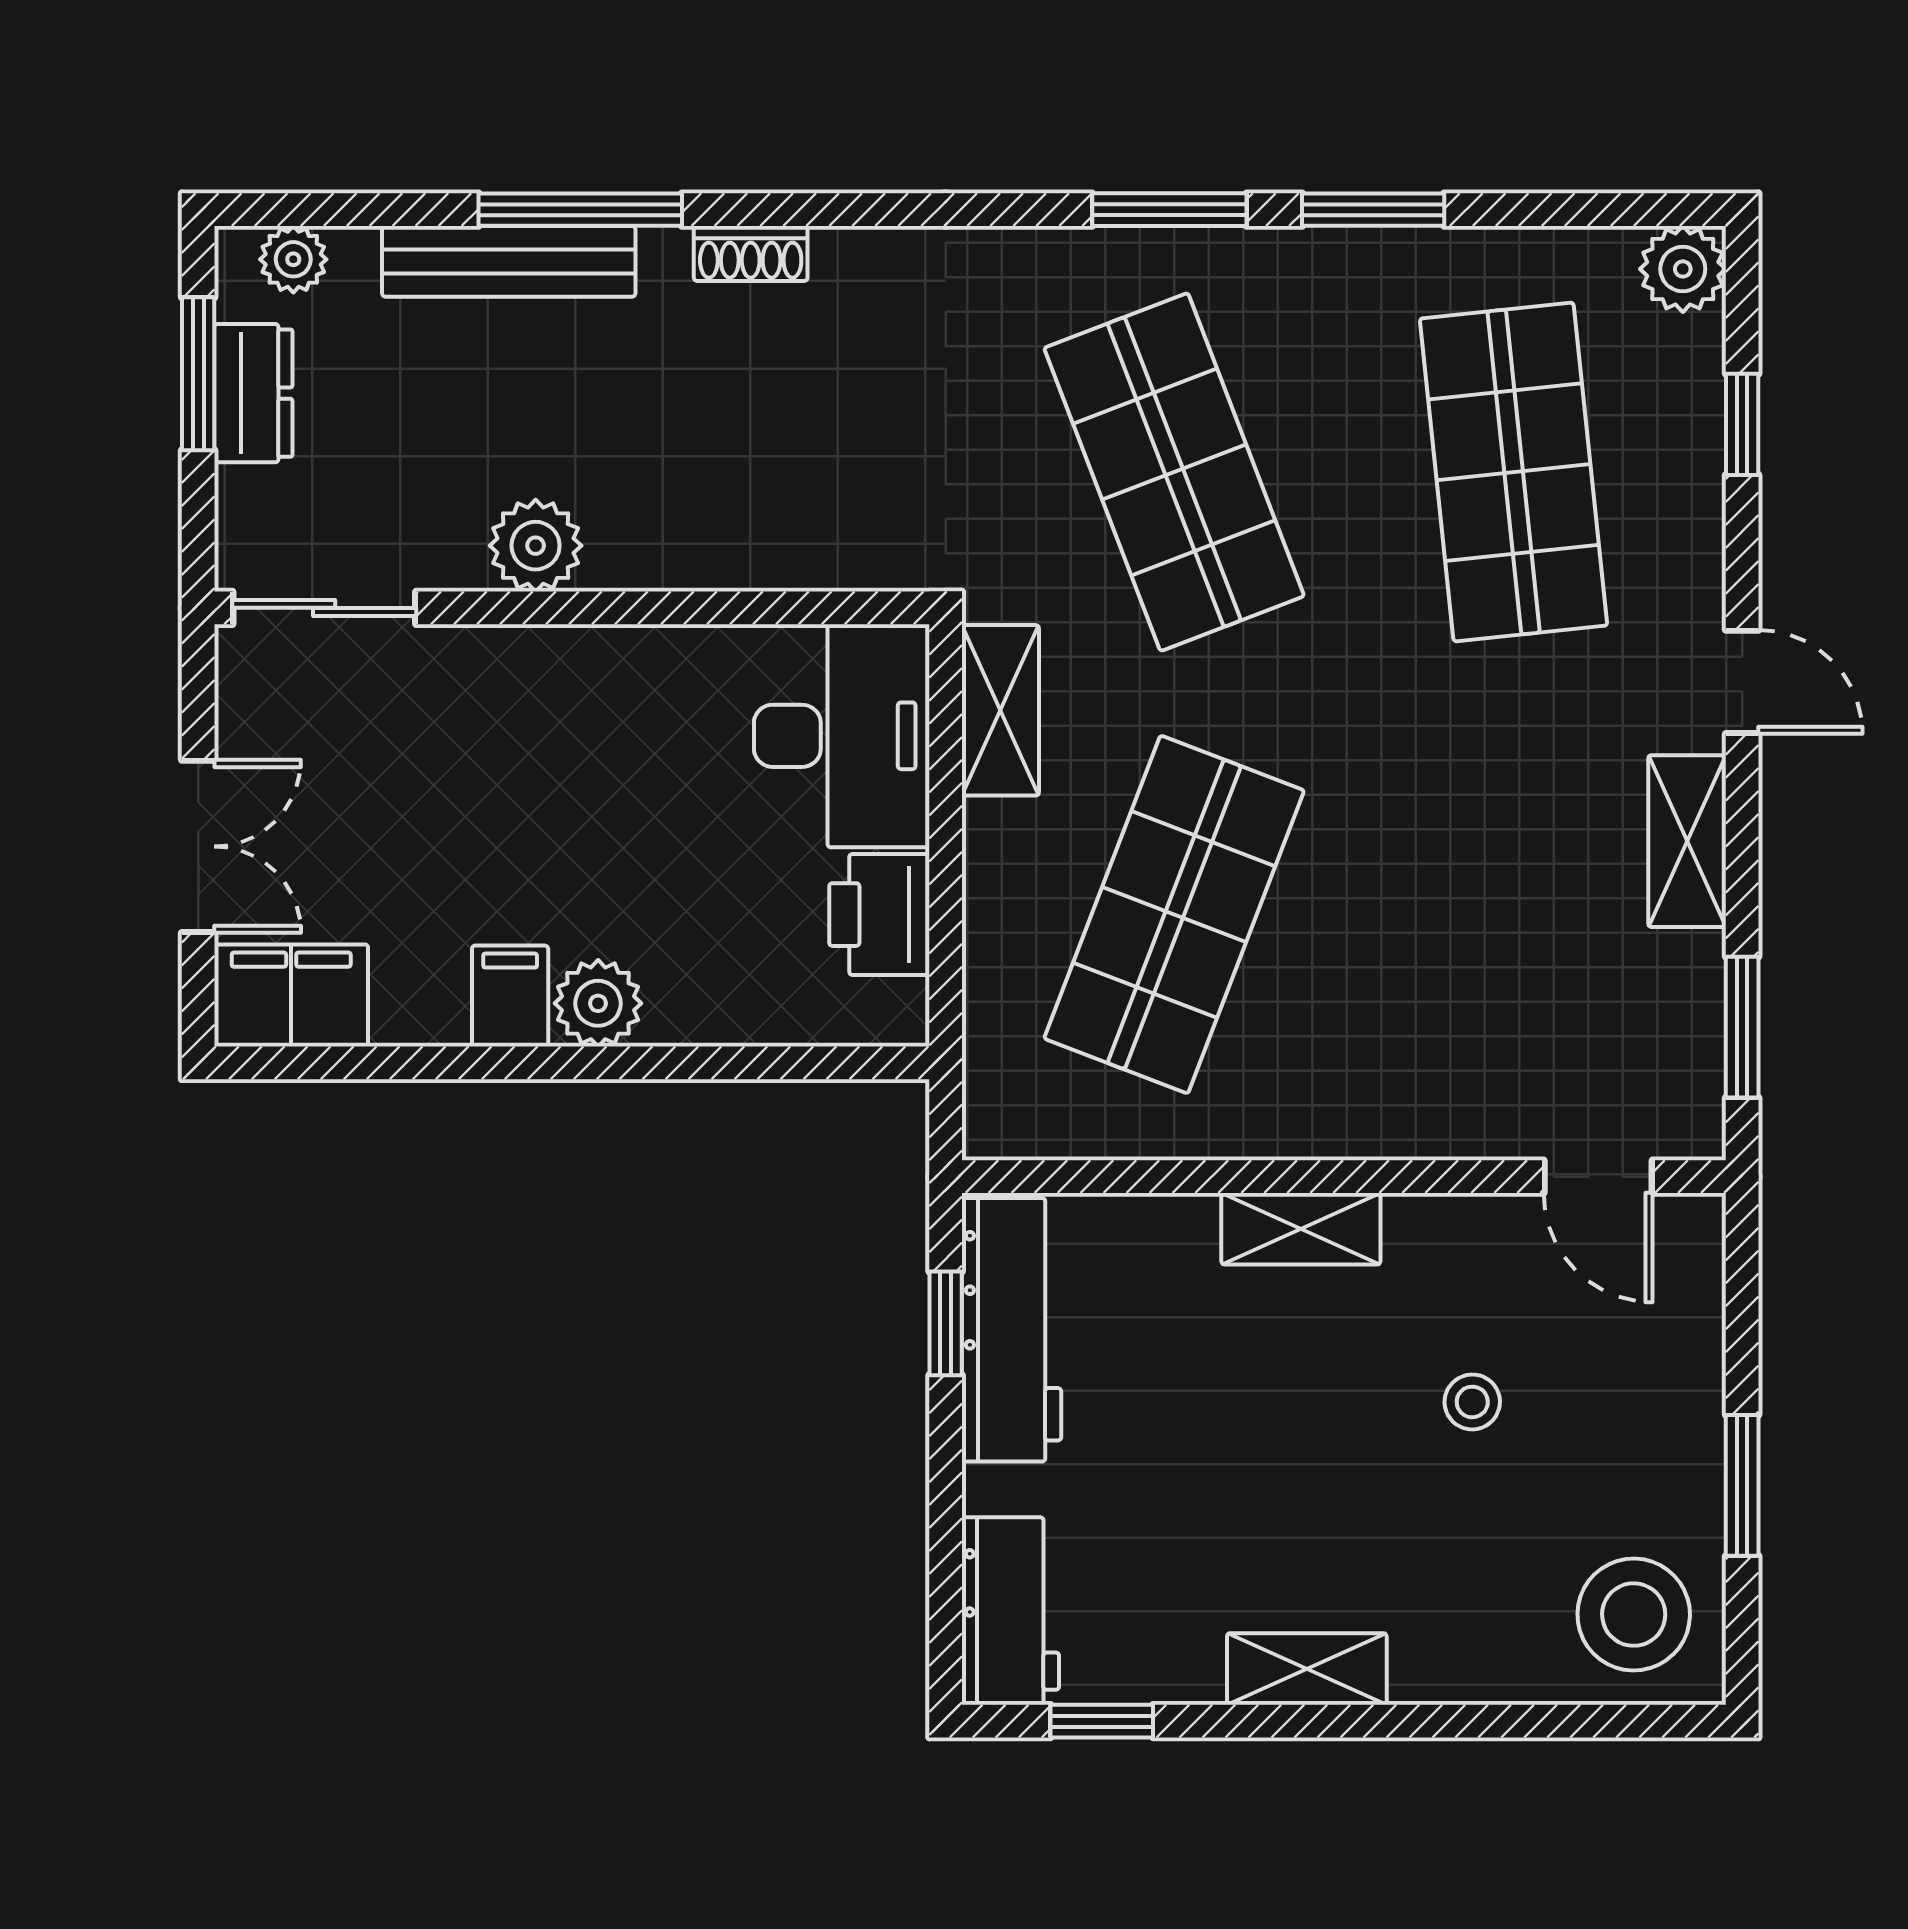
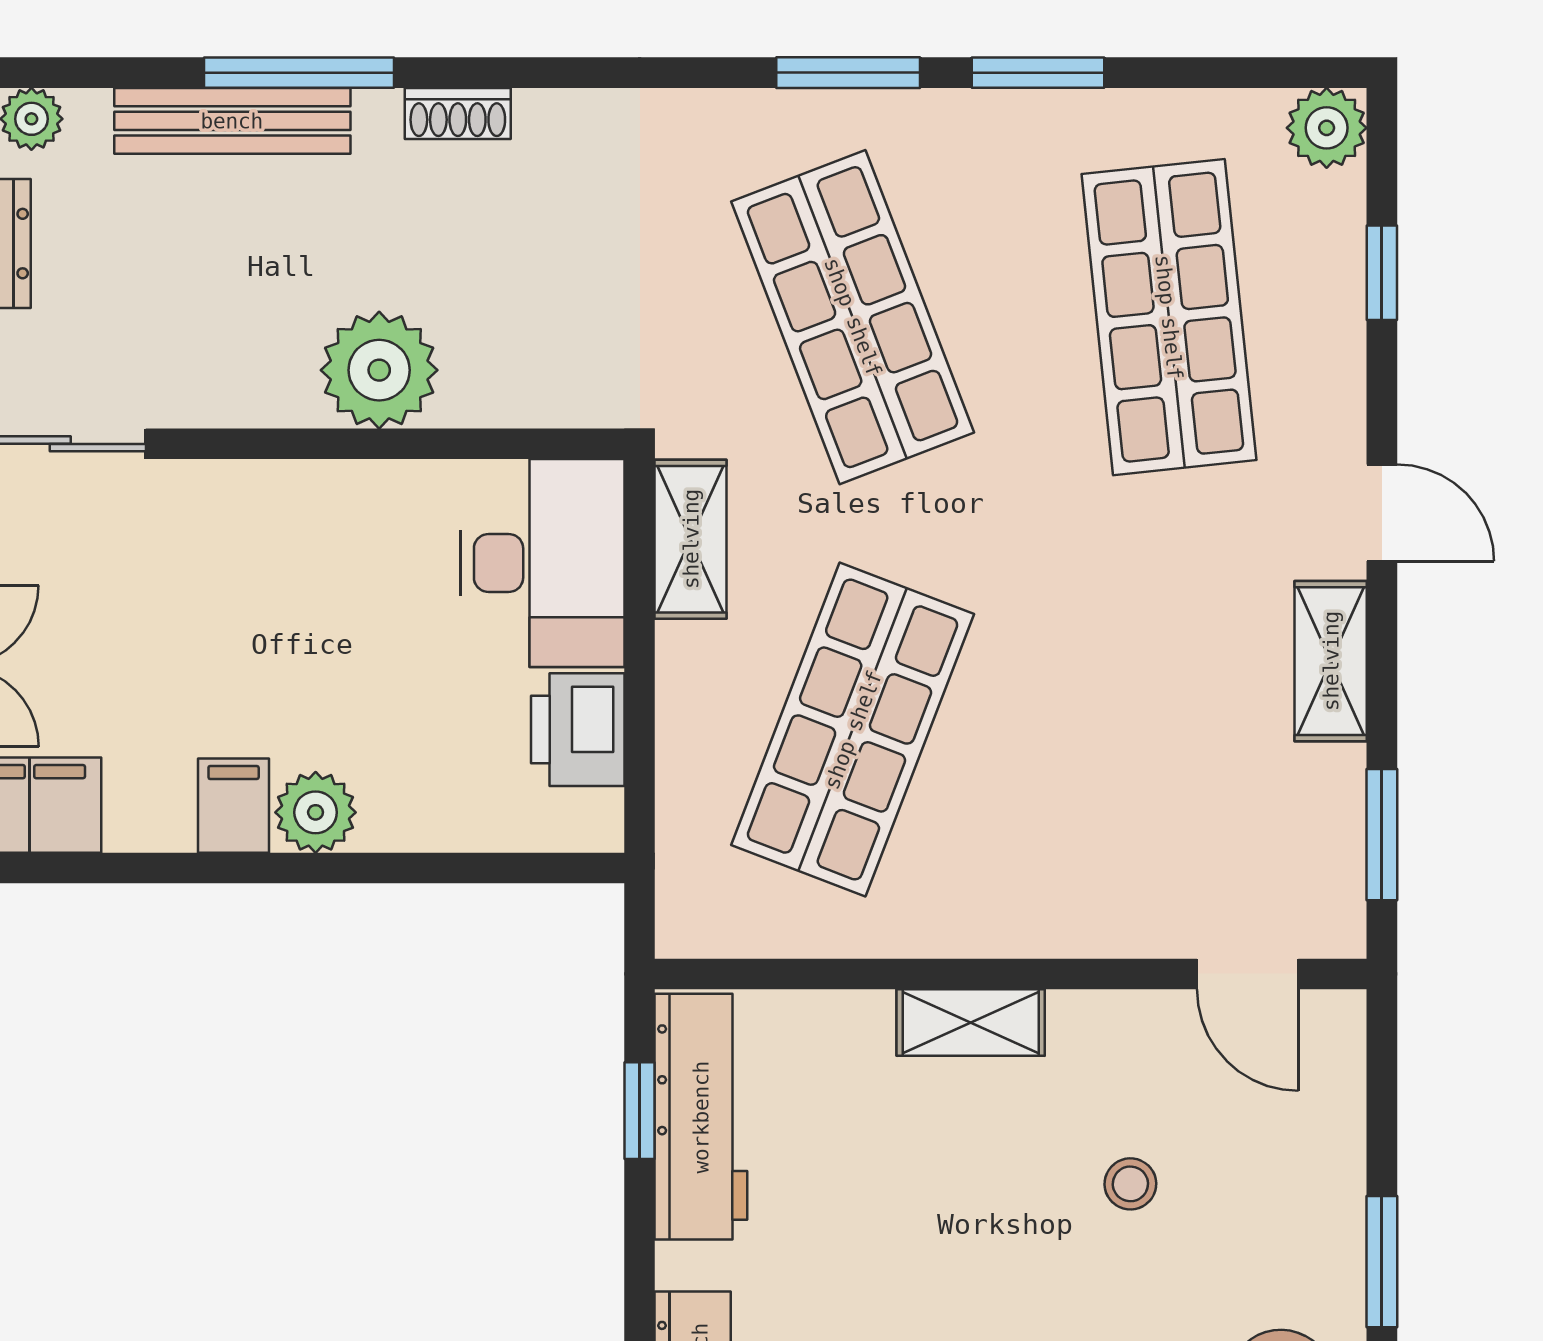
plant: (536, 546) -> (379, 370), moved, width x1.36, depth x1.36

